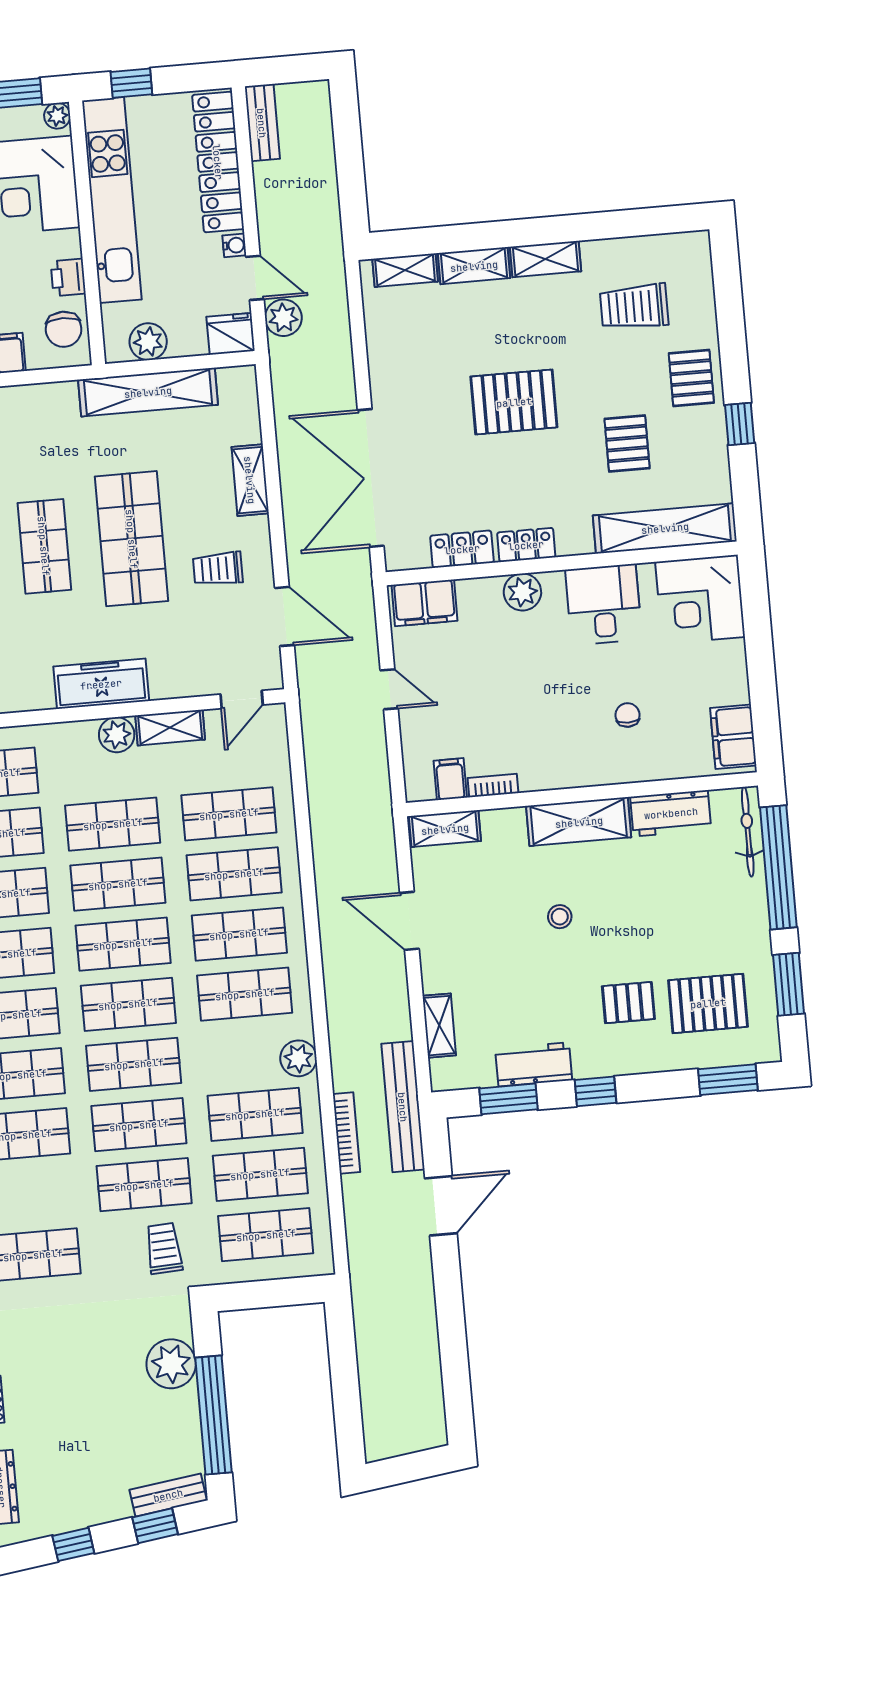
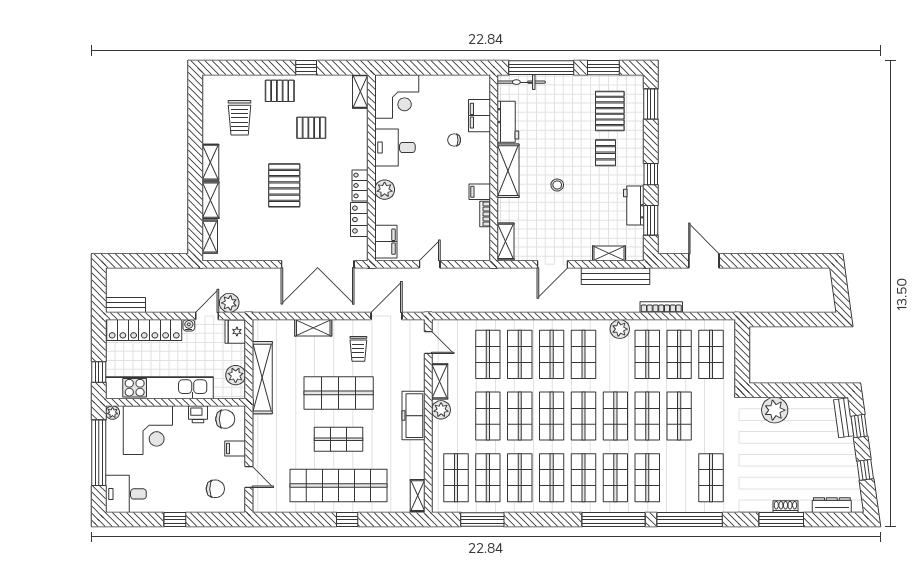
shelving: (665, 528) -> (360, 91), width x0.45, depth x0.75
filing cabinet: (733, 737) -> (480, 116), moved, turned 90
filing cabinet: (450, 779) -> (480, 192), moved
bench: (403, 1107) -> (616, 276), moved
trolley: (164, 1248) -> (714, 409), removed
window: (213, 1415) -> (804, 390), removed

